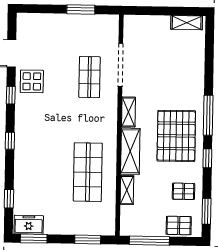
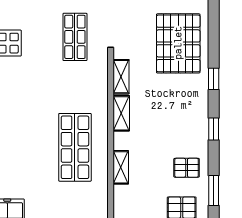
window: (208, 115) -> (214, 79), width x0.46
pallet: (176, 136) -> (178, 43), moved
shelving: (130, 151) -> (121, 113), width x0.67, depth x0.75

